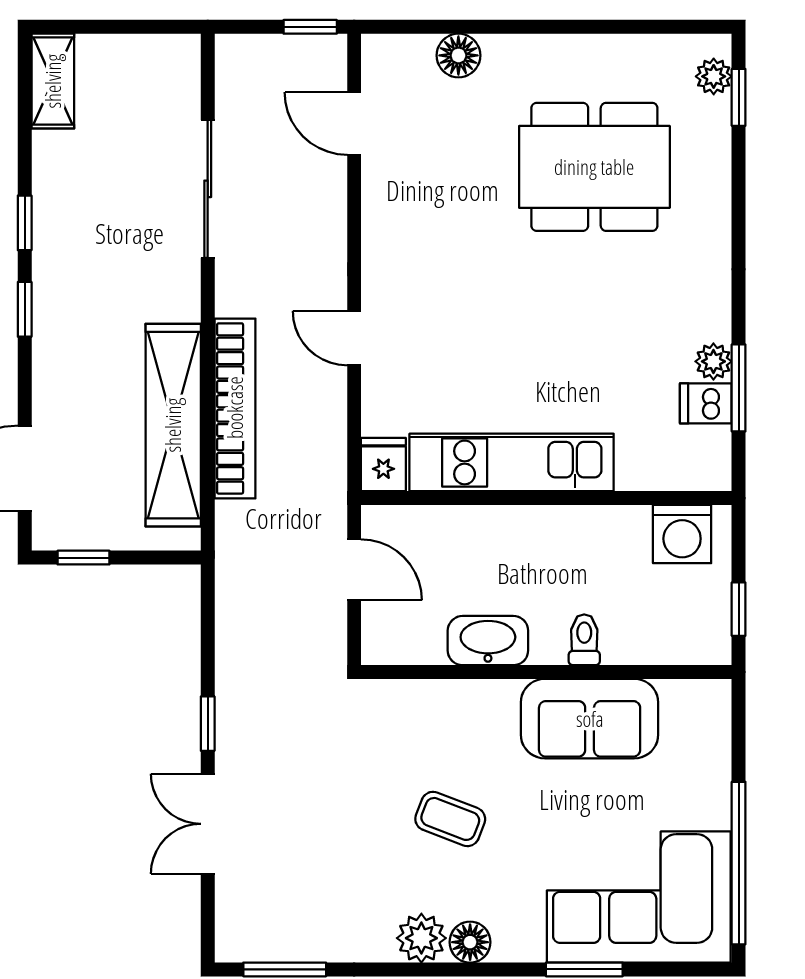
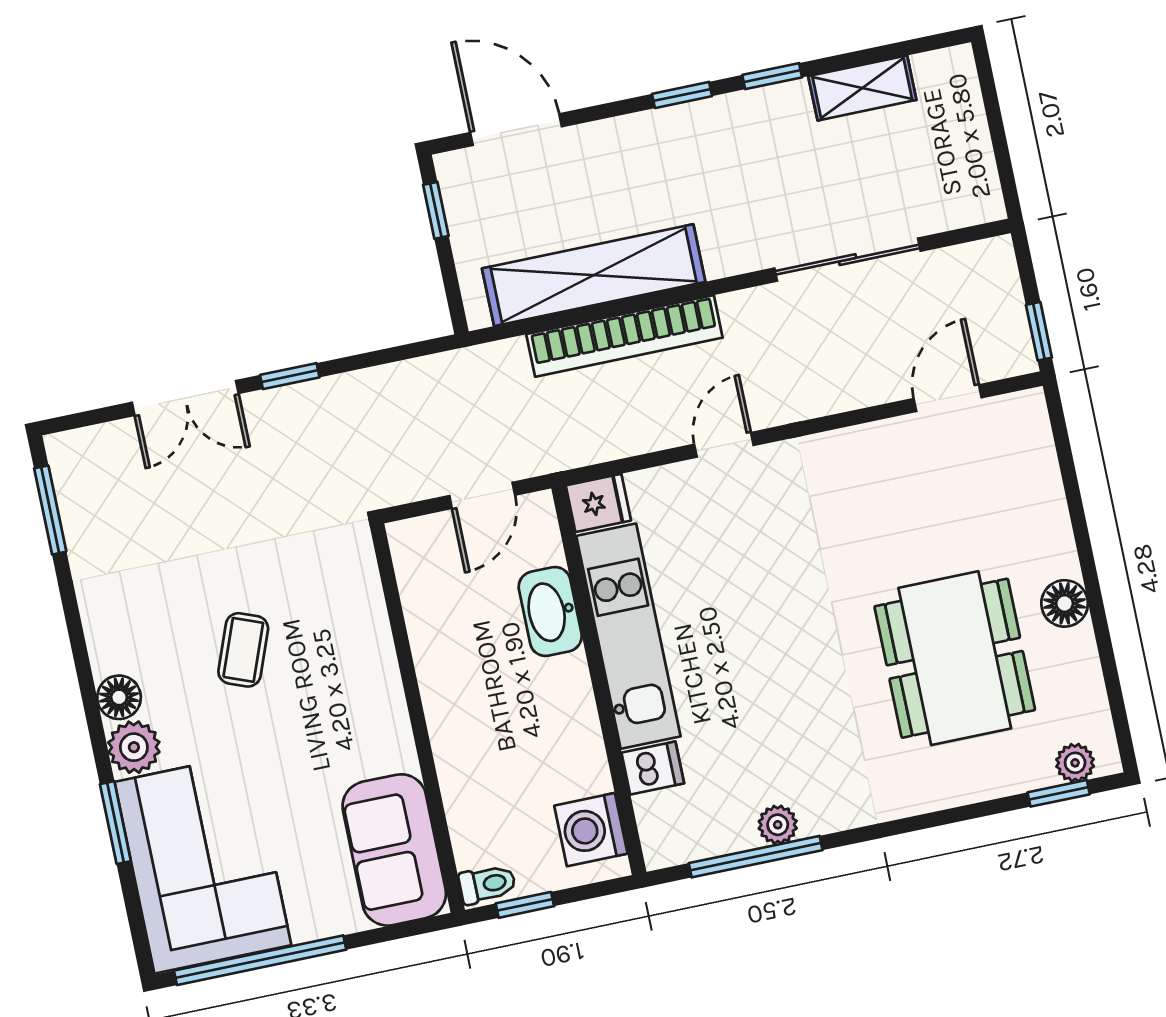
floor lamp: (458, 55) -> (1065, 603), moved
shelving: (53, 81) -> (862, 88), moved
window: (739, 388) -> (756, 857), width x1.44
dishwasher: (706, 403) -> (653, 768), moved, turned 90
toilet: (584, 640) -> (487, 884), moved
washbasin: (488, 641) -> (550, 611), moved, turned 180
sofa: (590, 719) -> (394, 850), moved
double door: (208, 824) -> (185, 398), swing flipped
plant: (421, 938) -> (134, 747), moved

